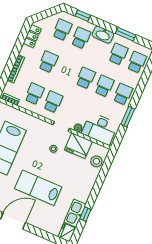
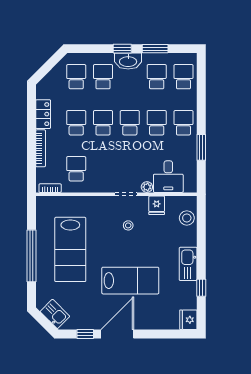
window: (83, 16) -> (122, 49), moved
locker: (32, 36) -> (43, 114), moved
school desk: (53, 102) -> (103, 123), moved
desk: (100, 129) -> (168, 177), width x0.73
fridge: (78, 146) -> (157, 205), width x0.53, depth x0.75
lab bench: (38, 188) -> (130, 281), turned 180
kitchen sink: (75, 213) -> (188, 264), moved

